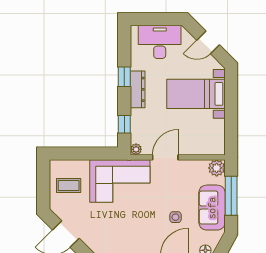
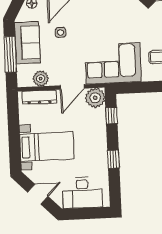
dresser: (138, 89) -> (39, 97), moved, turned -90
plant: (136, 149) -> (95, 98), width x1.87, depth x1.87
plant: (217, 168) -> (41, 79), moved

